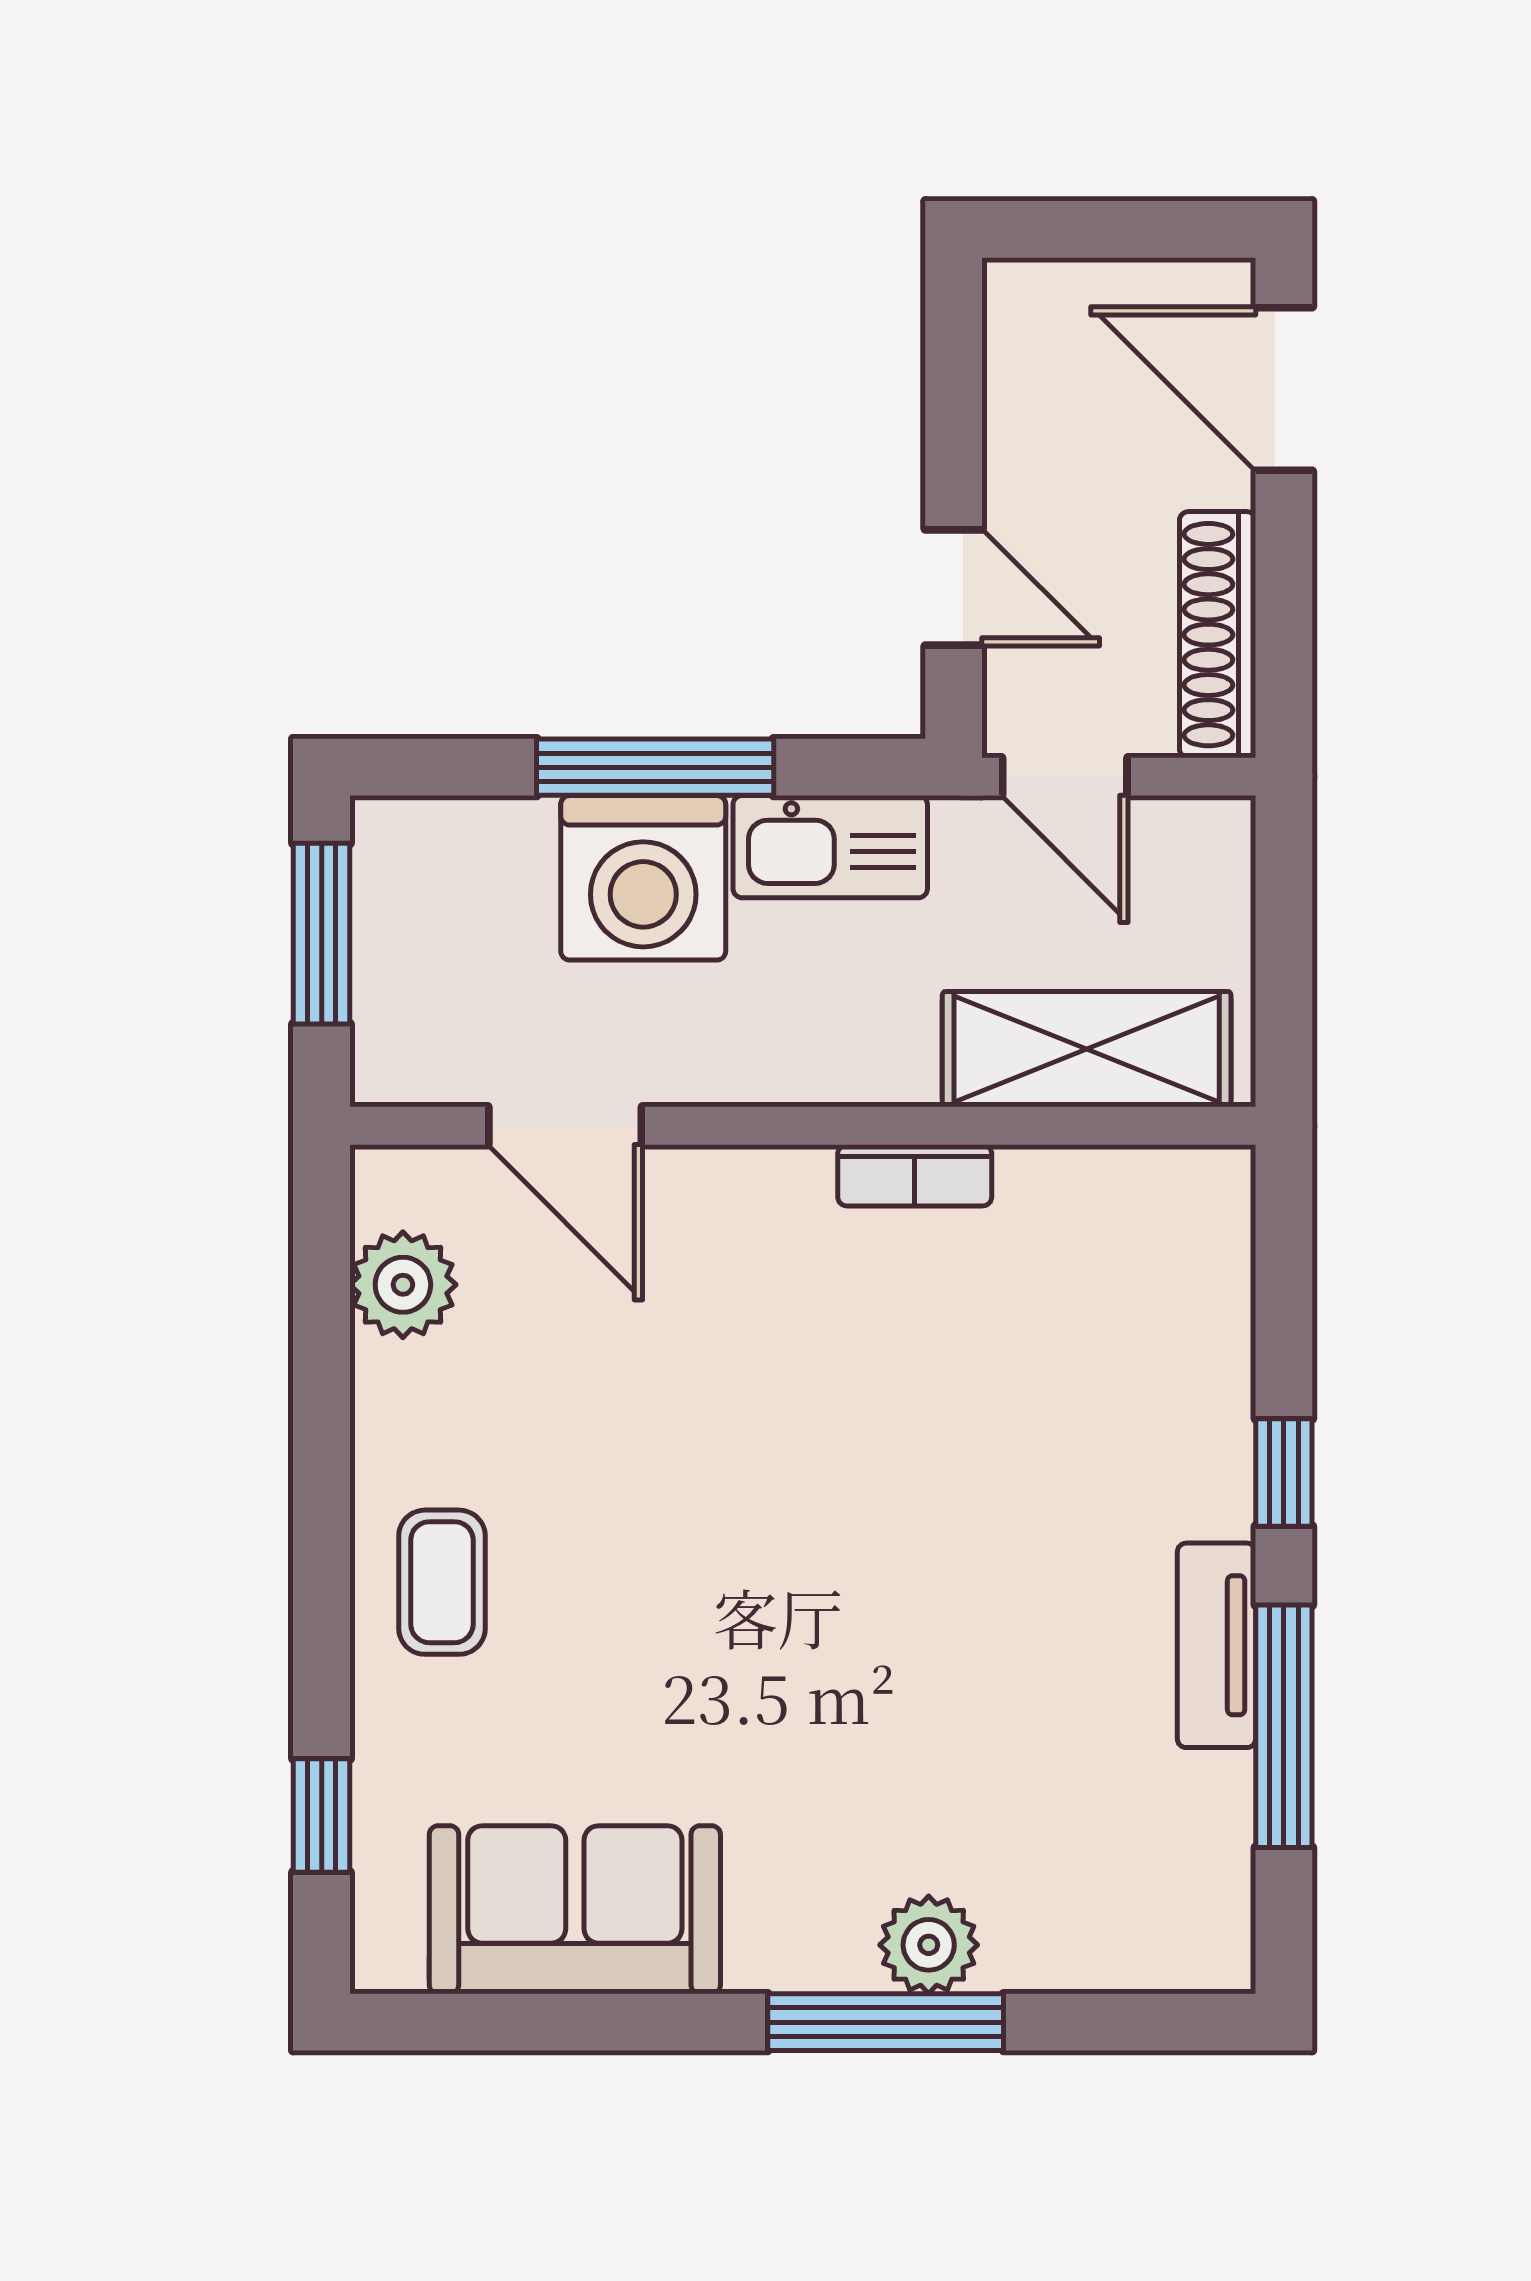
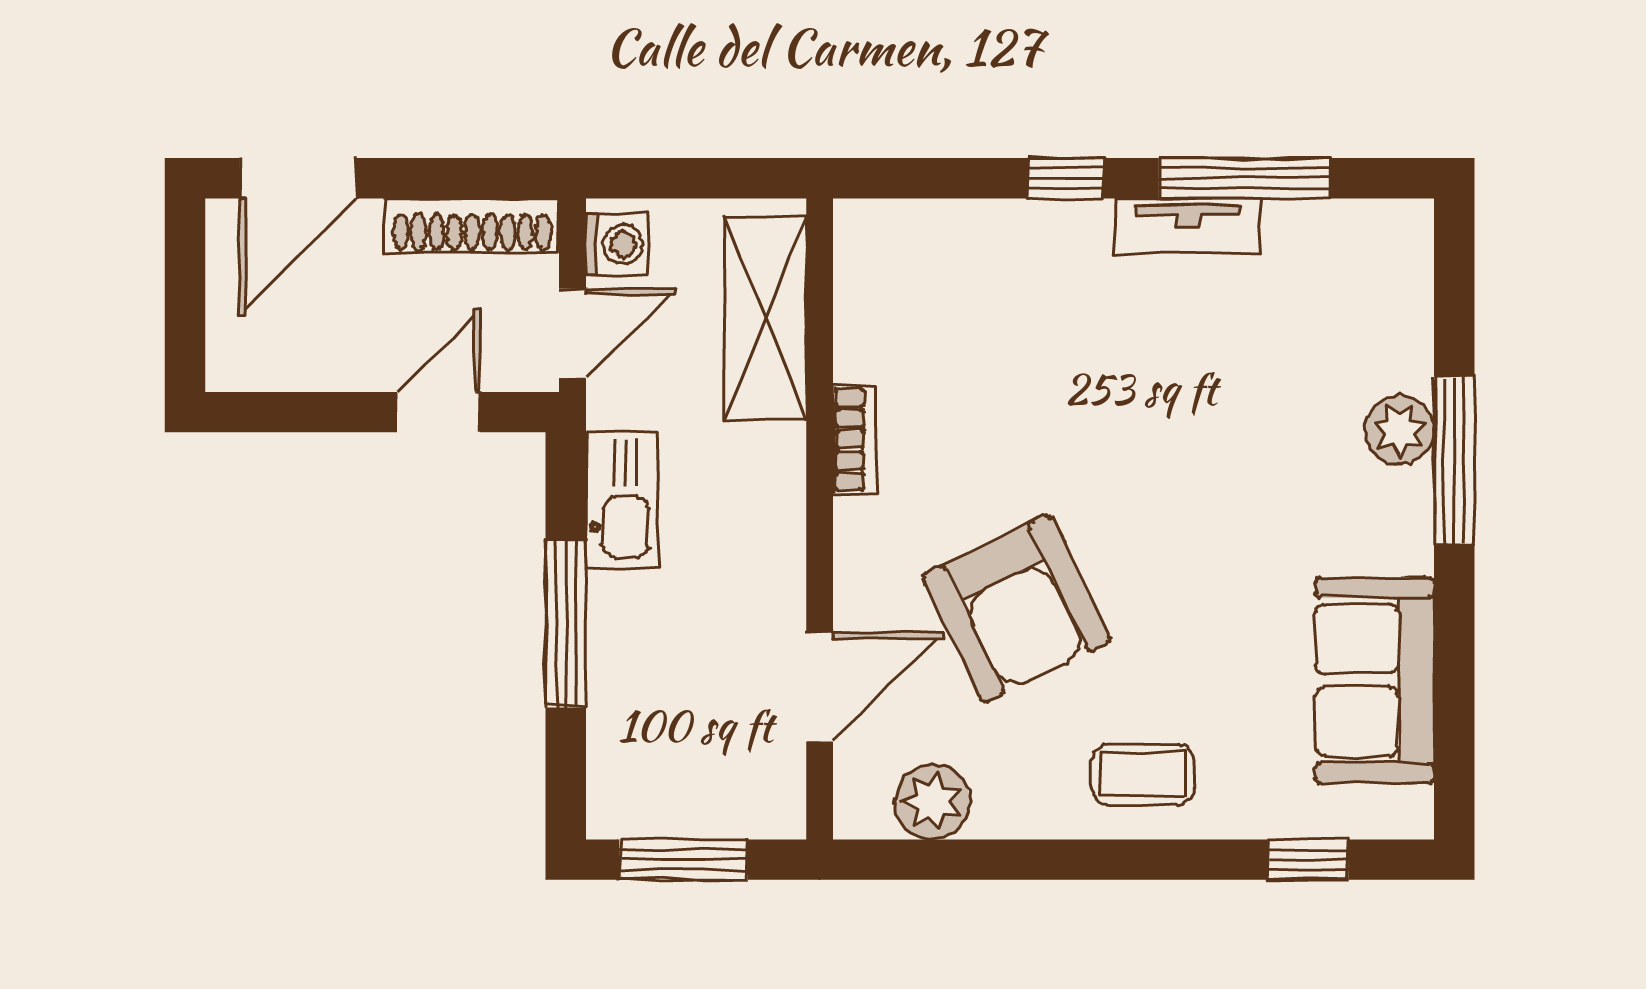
washing machine: (643, 878) -> (617, 244), moved, width x0.53, depth x0.53
armchair: (677, 1403) -> (1016, 608), added

